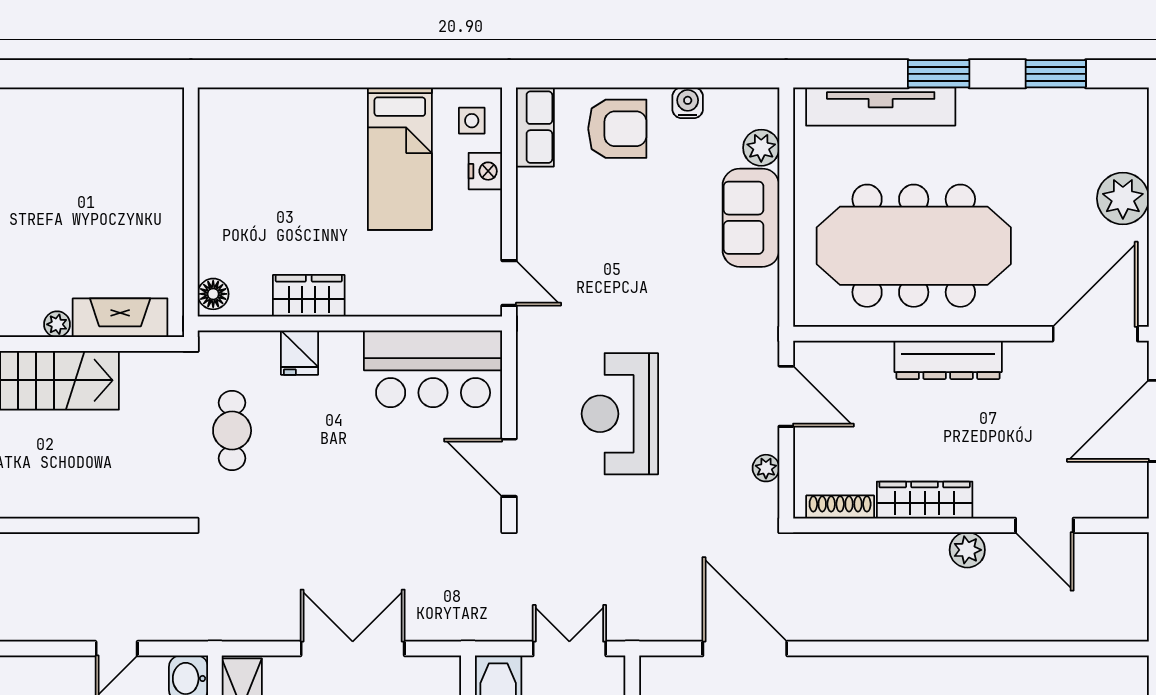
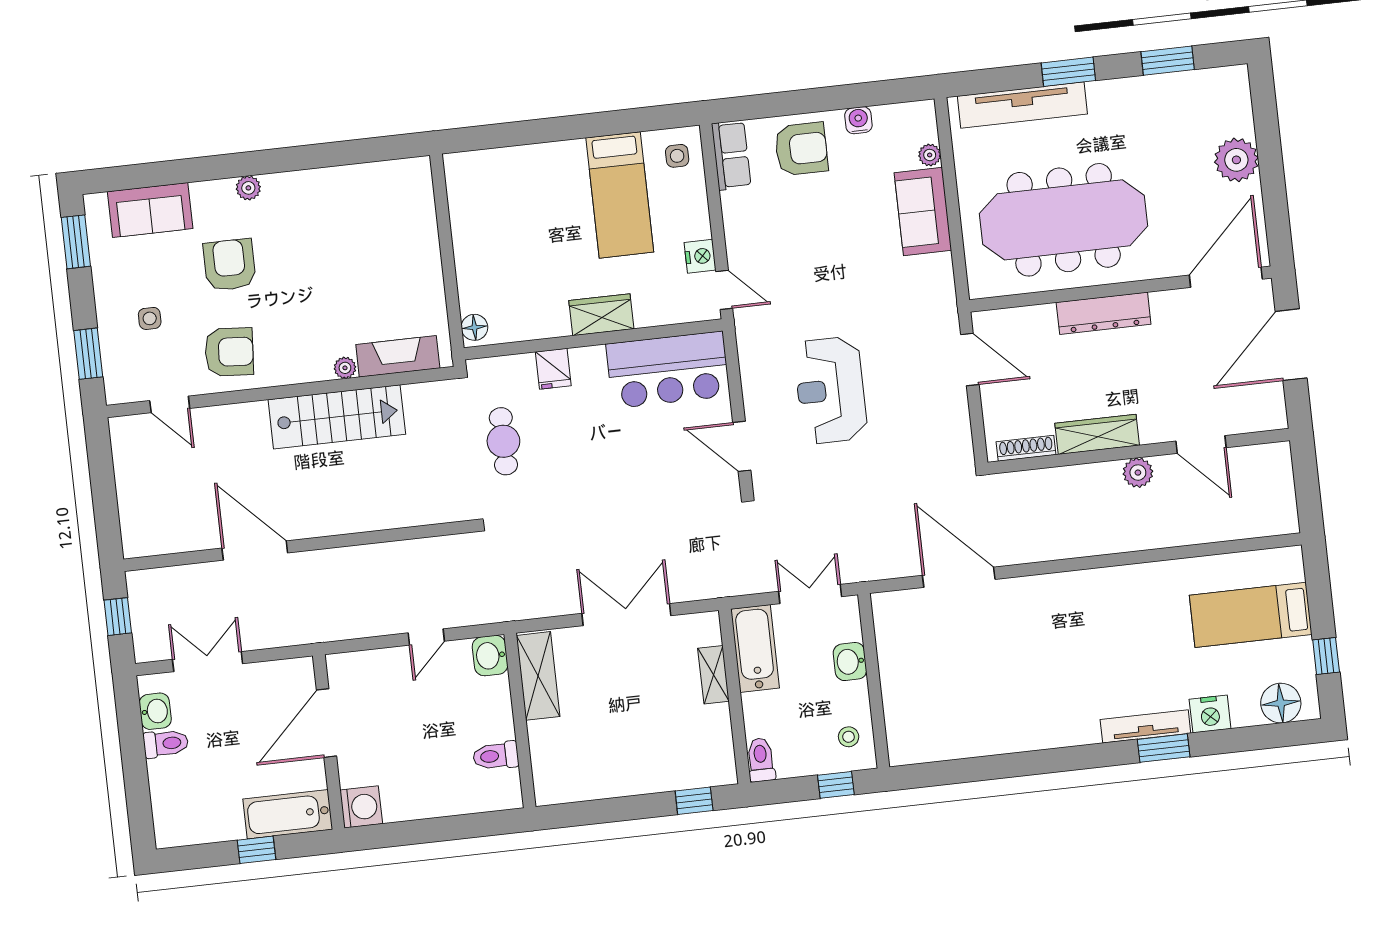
plant: (761, 148) -> (930, 155), width x0.73, depth x0.73
nightstand: (485, 171) -> (700, 256), moved
wardrobe: (309, 296) -> (601, 315), moved
plant: (766, 468) -> (959, 422), removed

